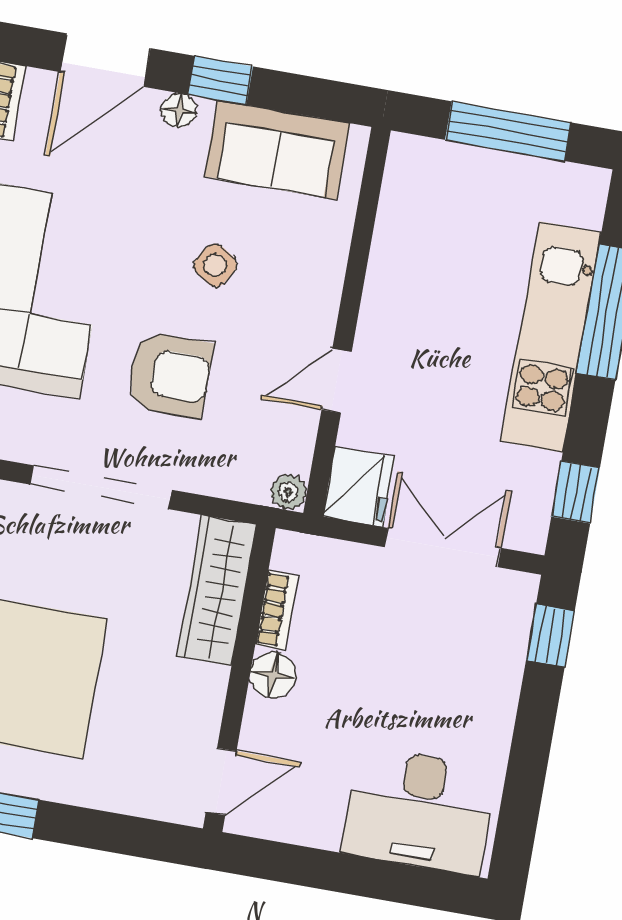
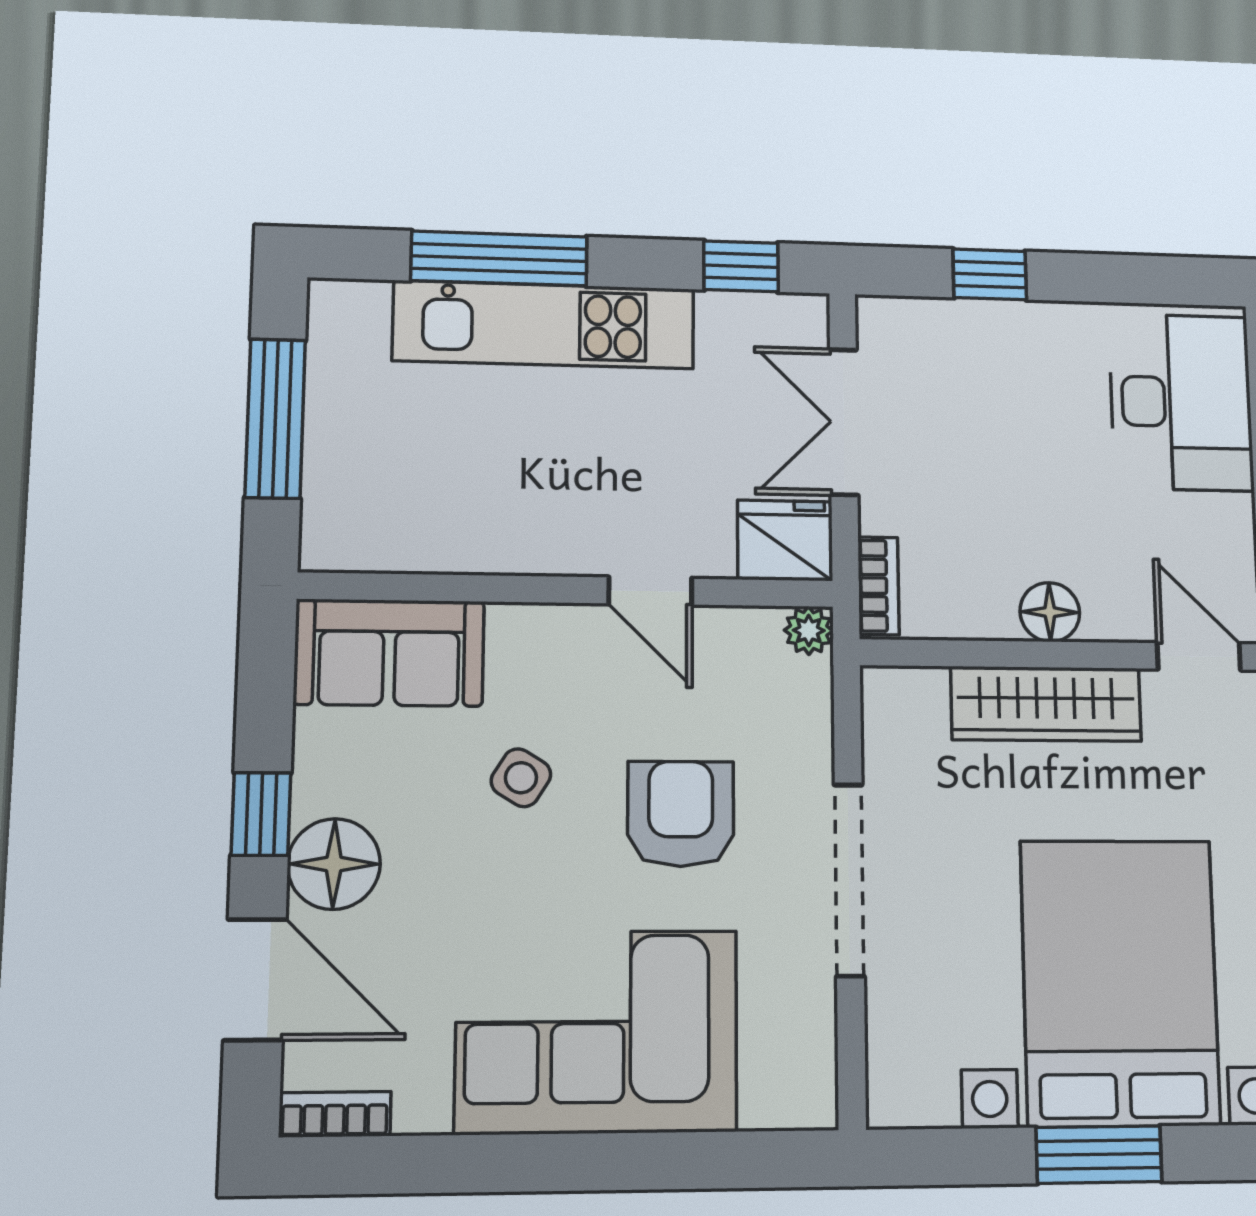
floor lamp: (179, 110) -> (334, 864), width x1.89, depth x1.89
sofa: (277, 150) -> (389, 653), moved, turned 90
wardrobe: (217, 591) -> (1046, 704), moved
bookcase: (276, 610) -> (878, 586), moved, turned 90
window: (550, 635) -> (990, 274), moved

